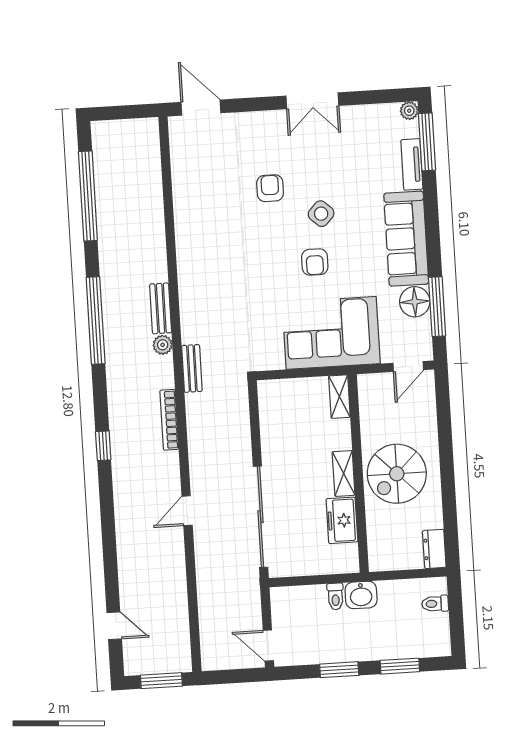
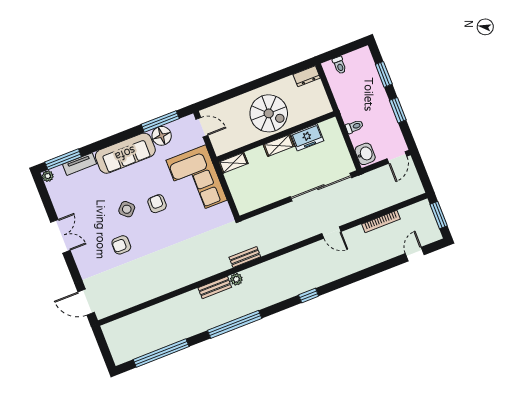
door: (201, 108) -> (86, 302), hinge flipped
armchair: (315, 262) -> (157, 204), turned -90
bookcase: (169, 420) -> (381, 221), moved
washbasin: (361, 595) -> (365, 154), moved

